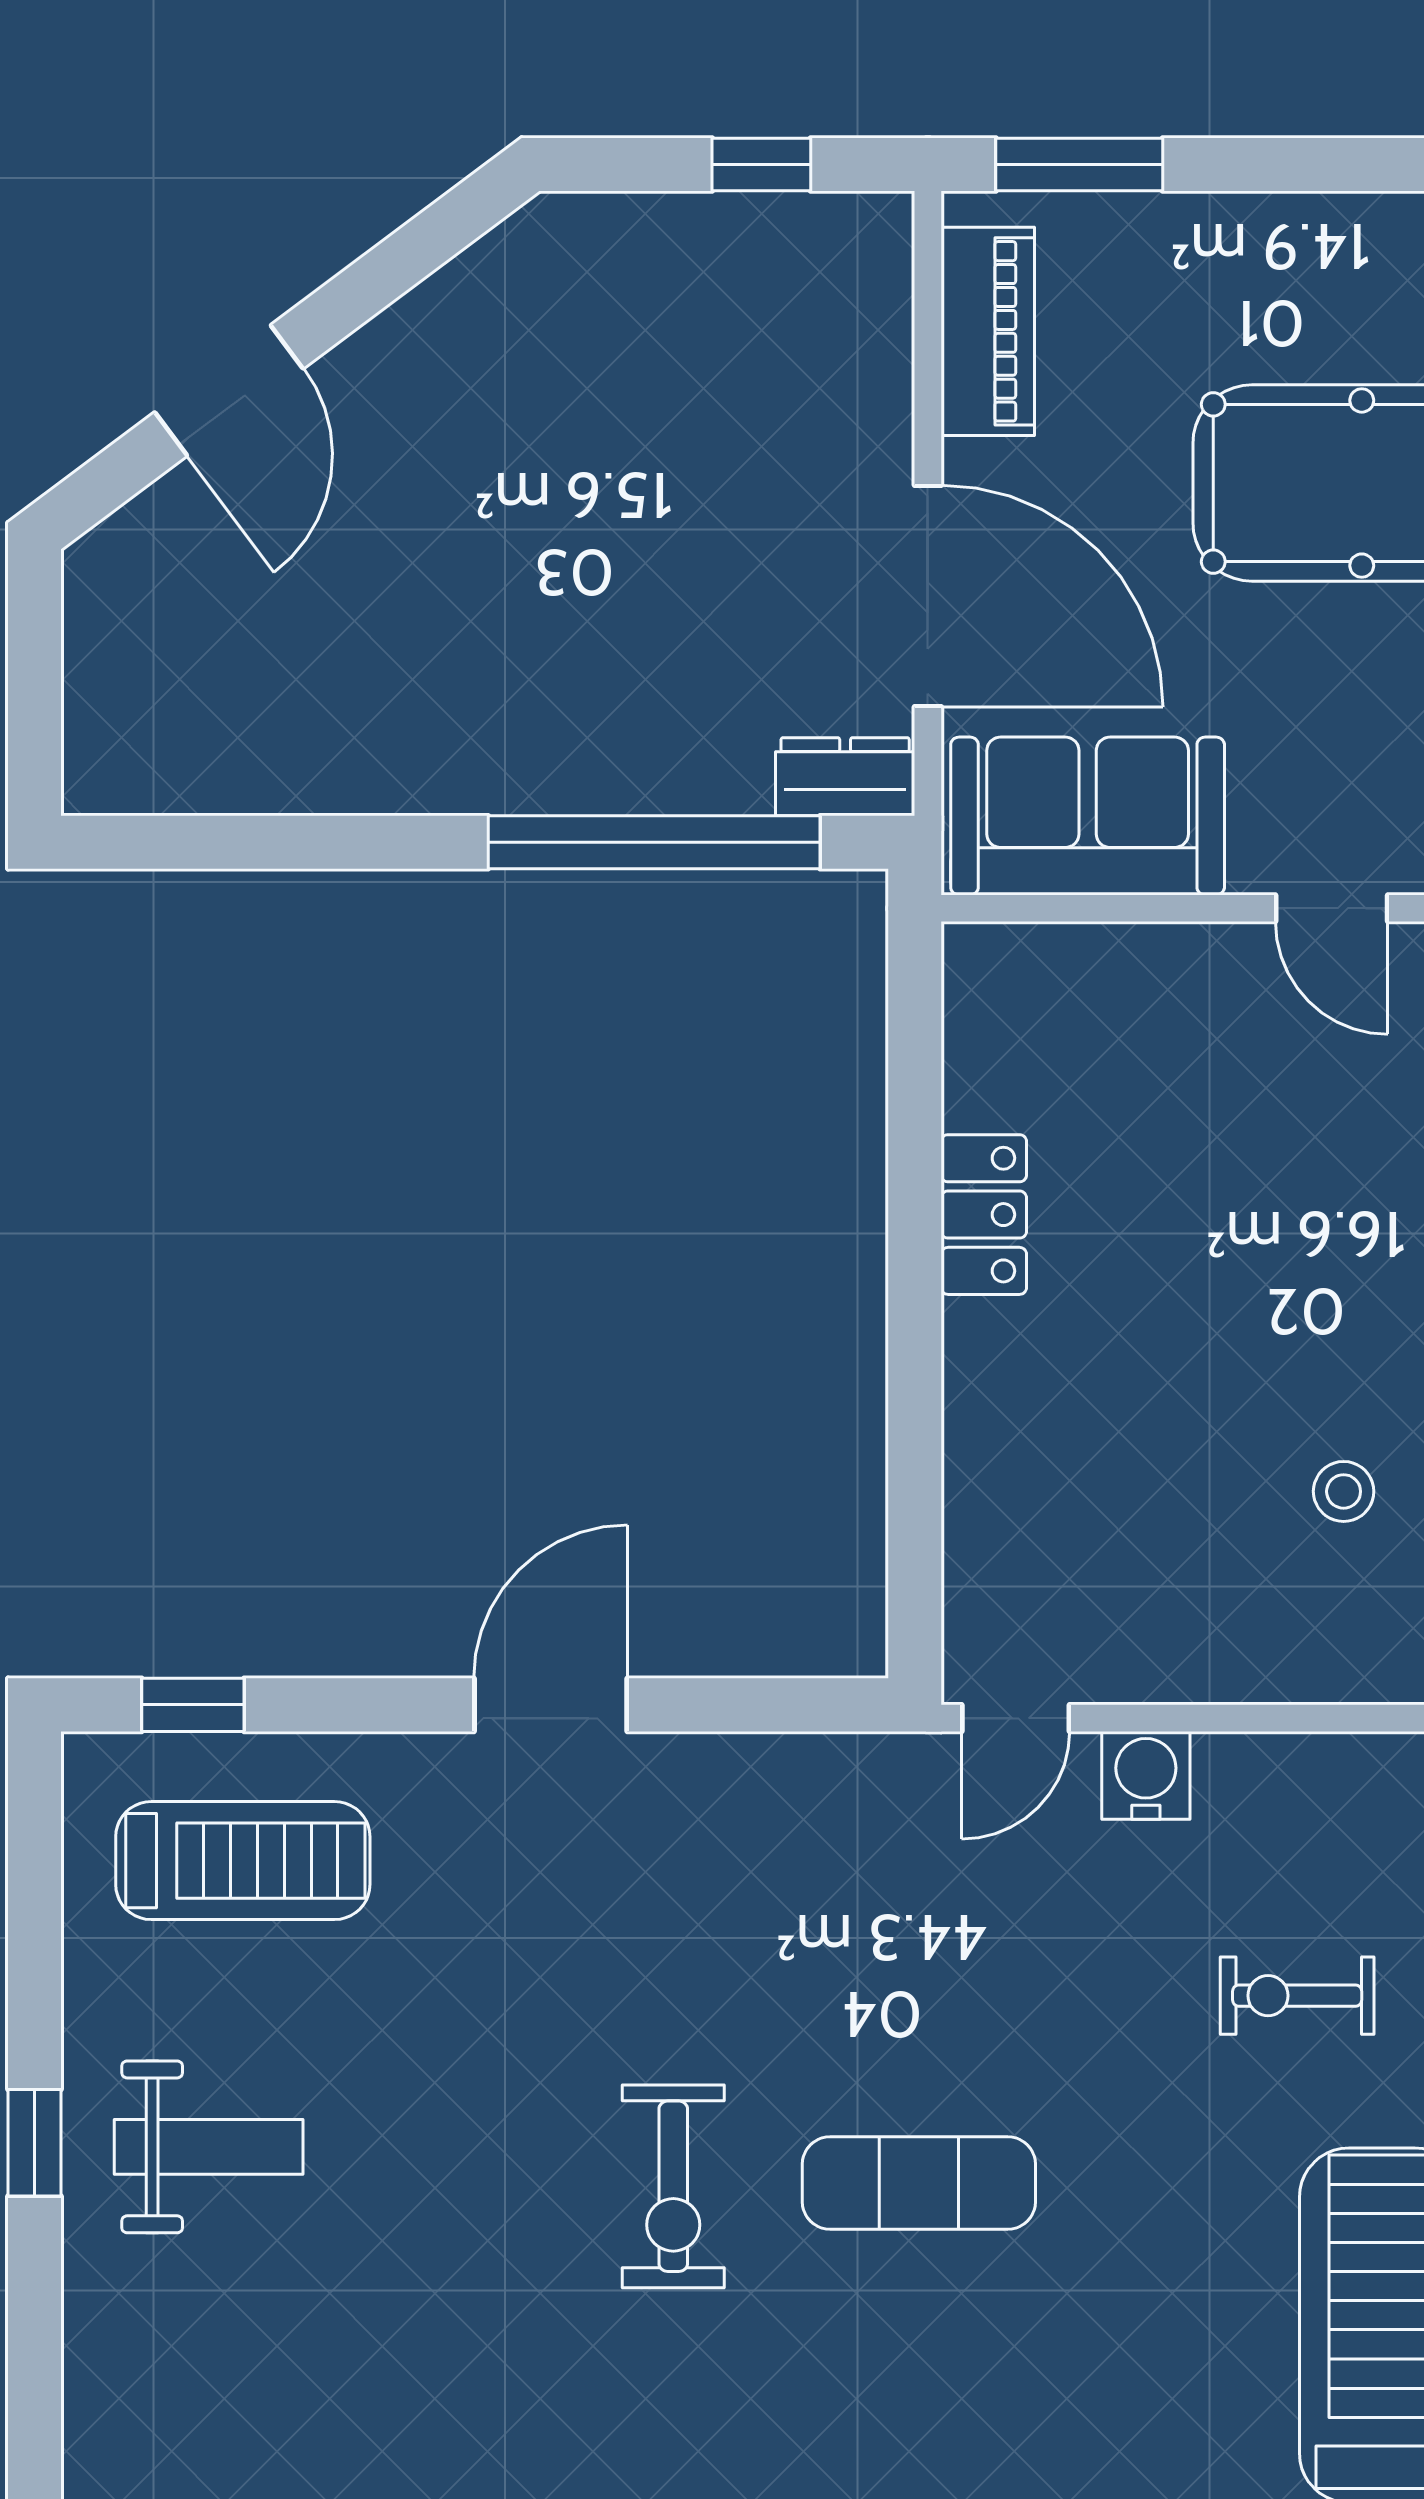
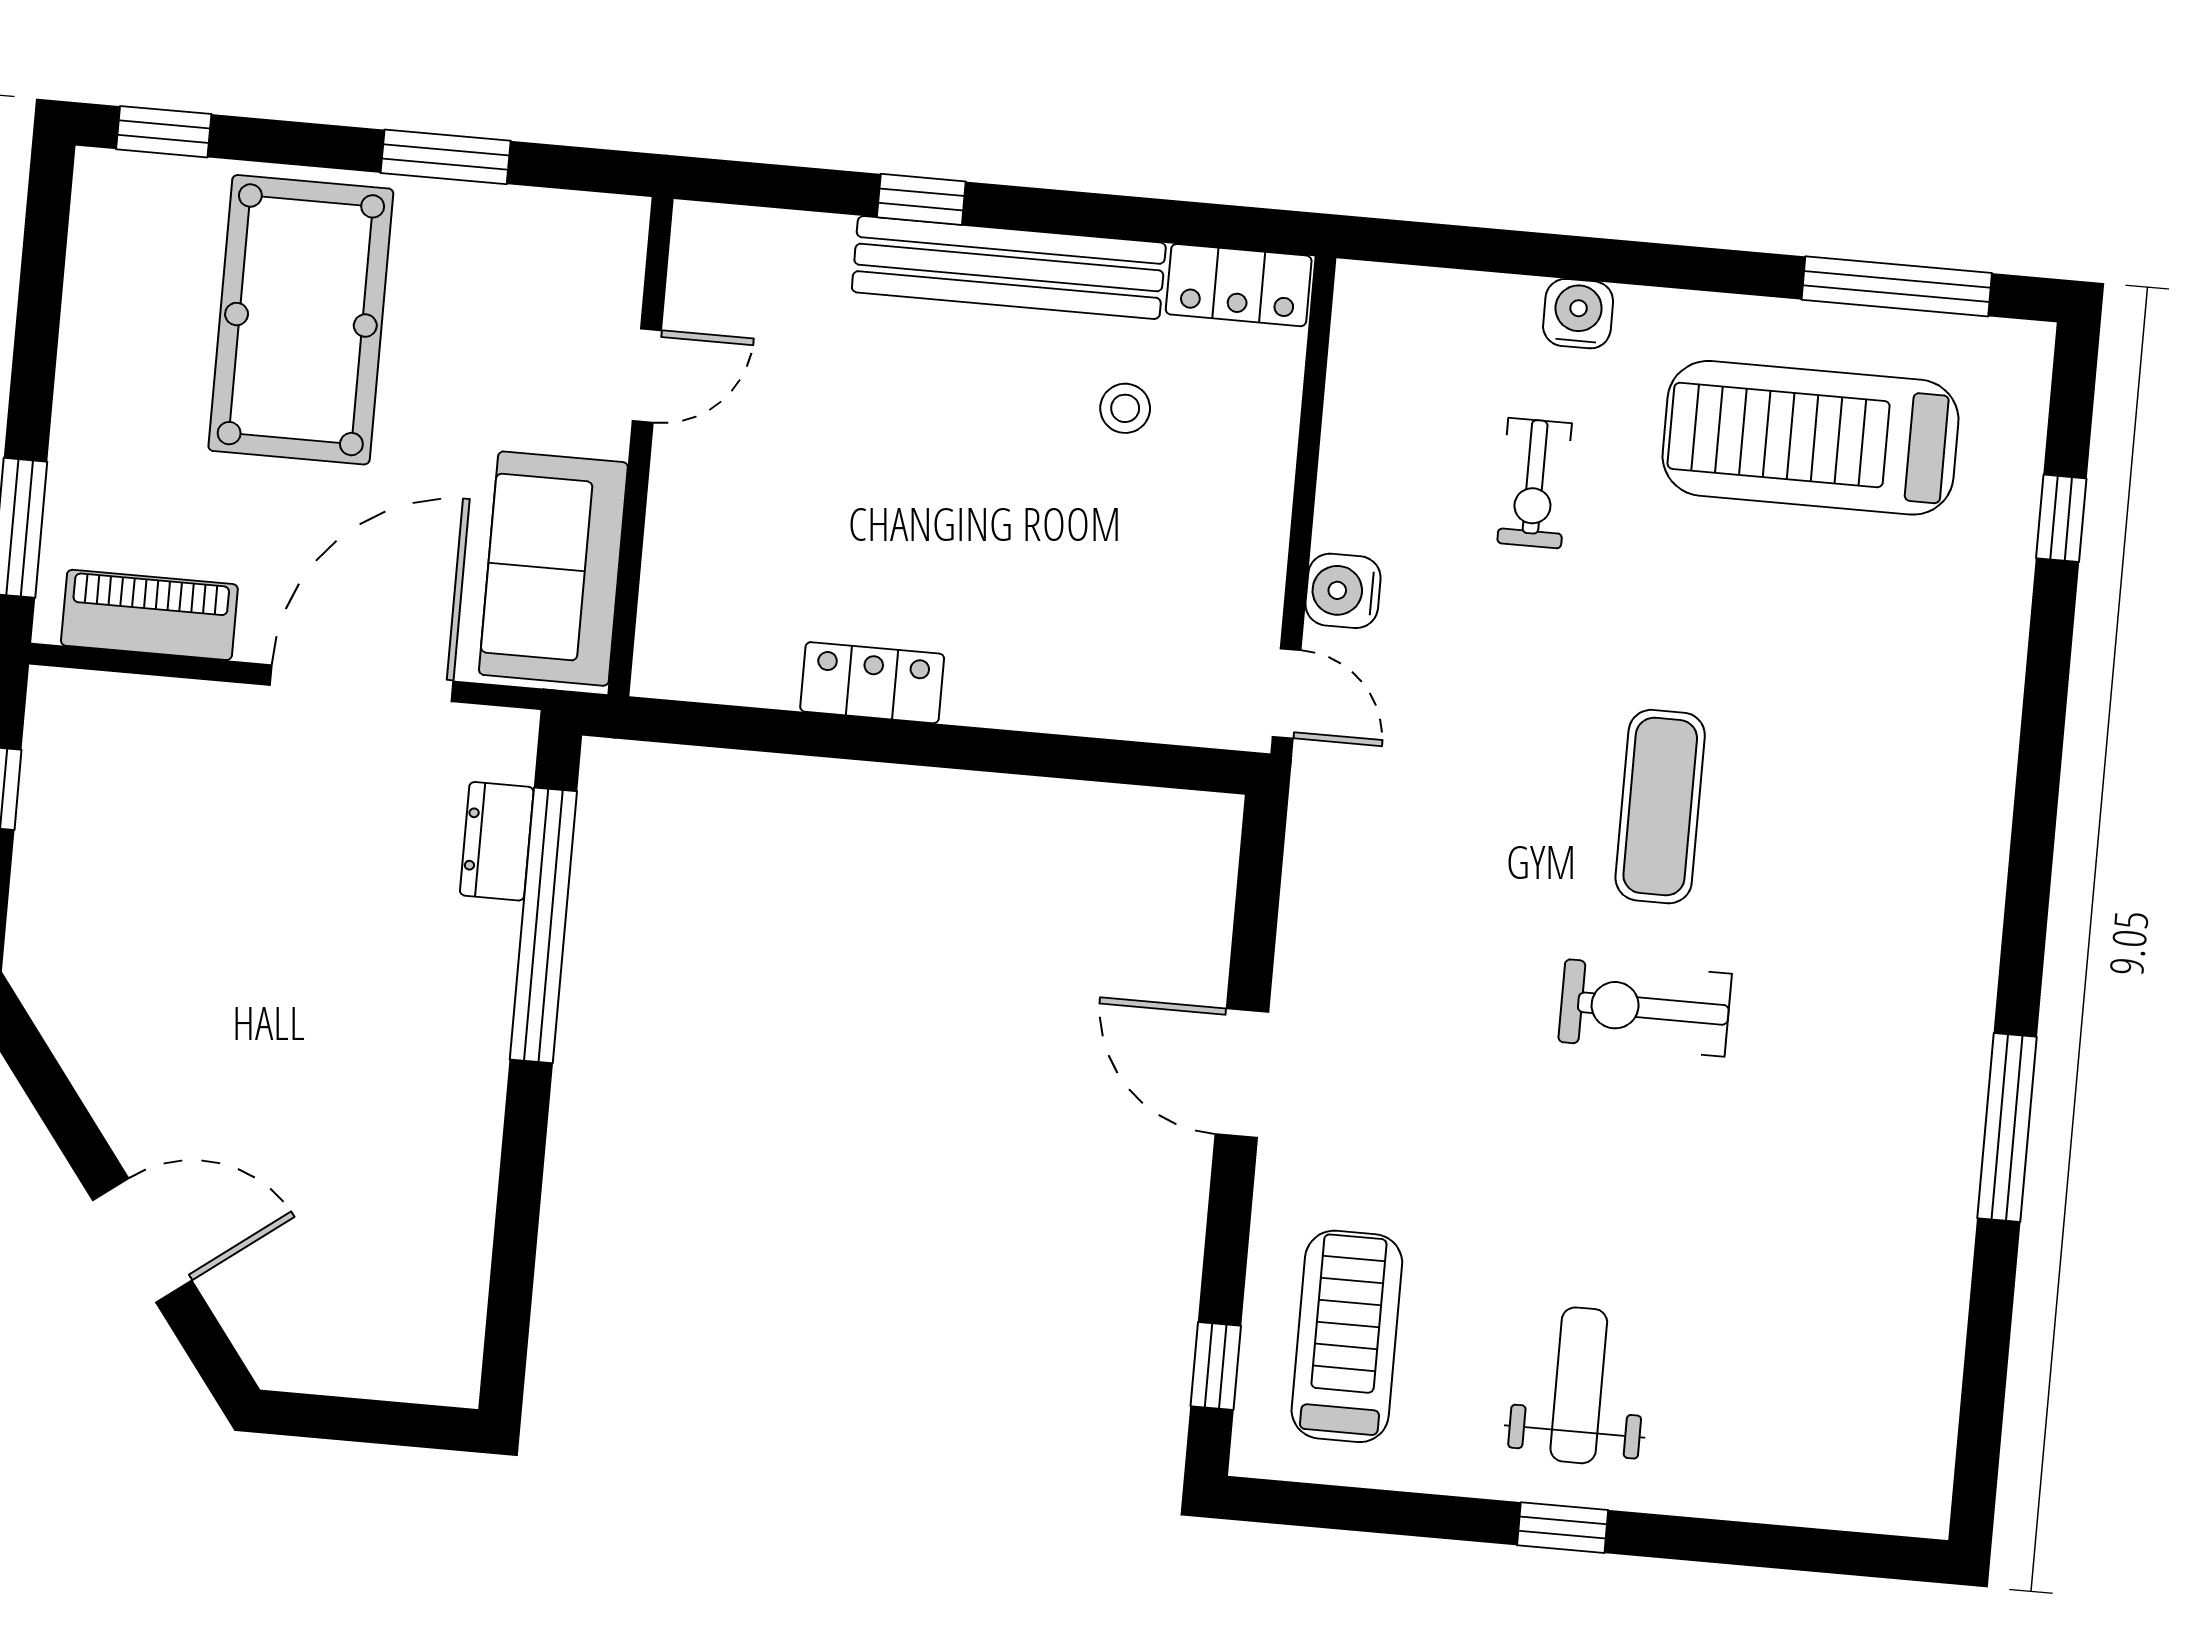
dresser: (845, 777) -> (497, 841), moved
exercise bike: (673, 2186) -> (1645, 1008), turned 180

